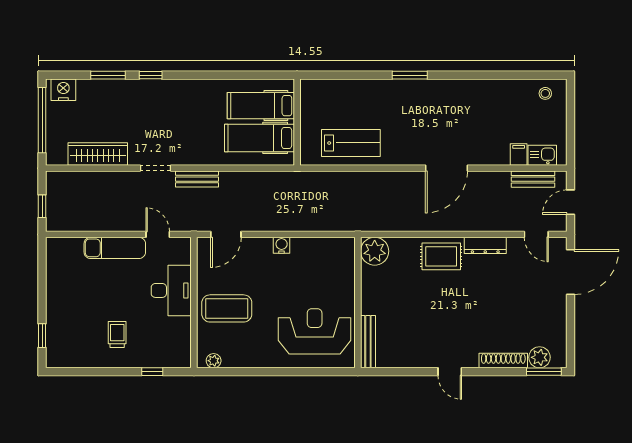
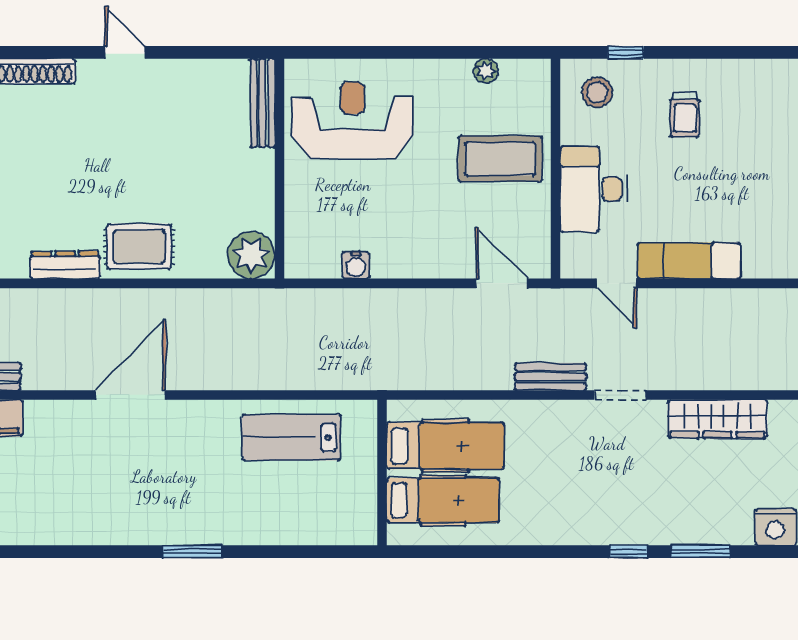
door: (226, 234) -> (502, 283), hinge flipped
water cooler: (282, 245) -> (356, 265), moved
reception desk: (315, 331) -> (352, 120), turned 180
stool: (169, 348) -> (597, 92), added
plant: (214, 361) -> (486, 71), moved

